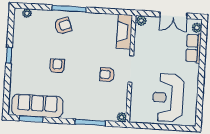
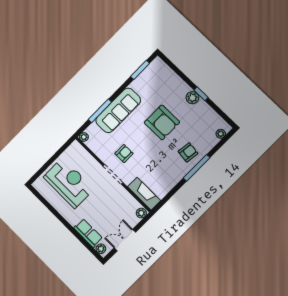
armchair: (63, 26) -> (188, 152), turned -153
plant: (18, 59) -> (192, 98), added
armchair: (57, 66) -> (162, 122), width x1.88, depth x1.88
sofa: (37, 106) -> (118, 110), moved

